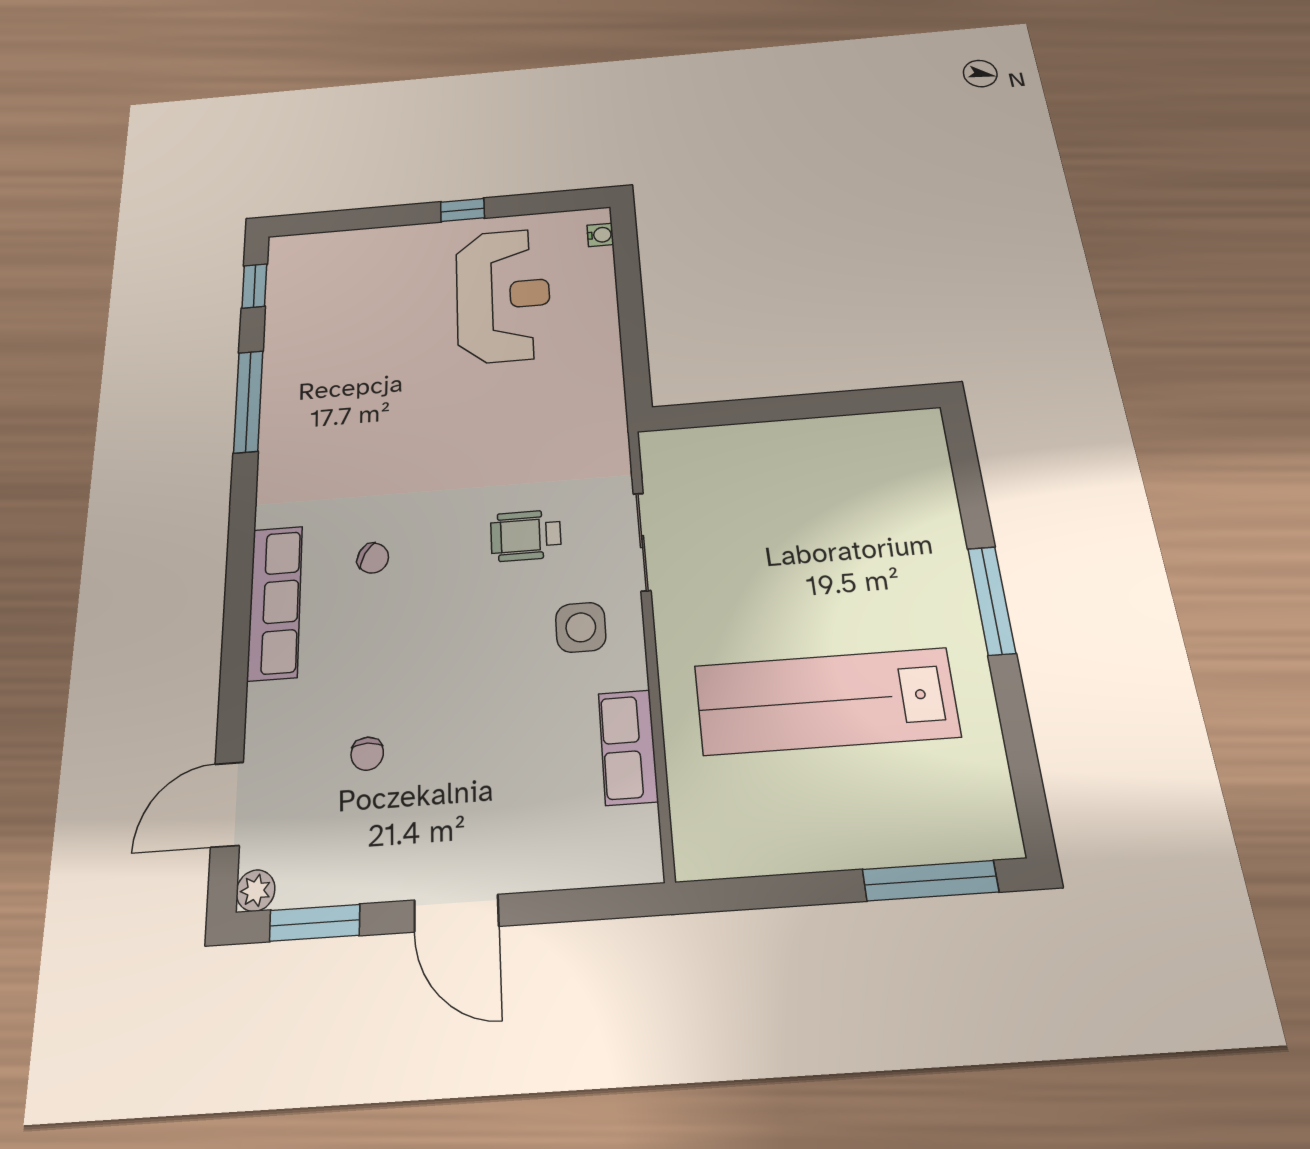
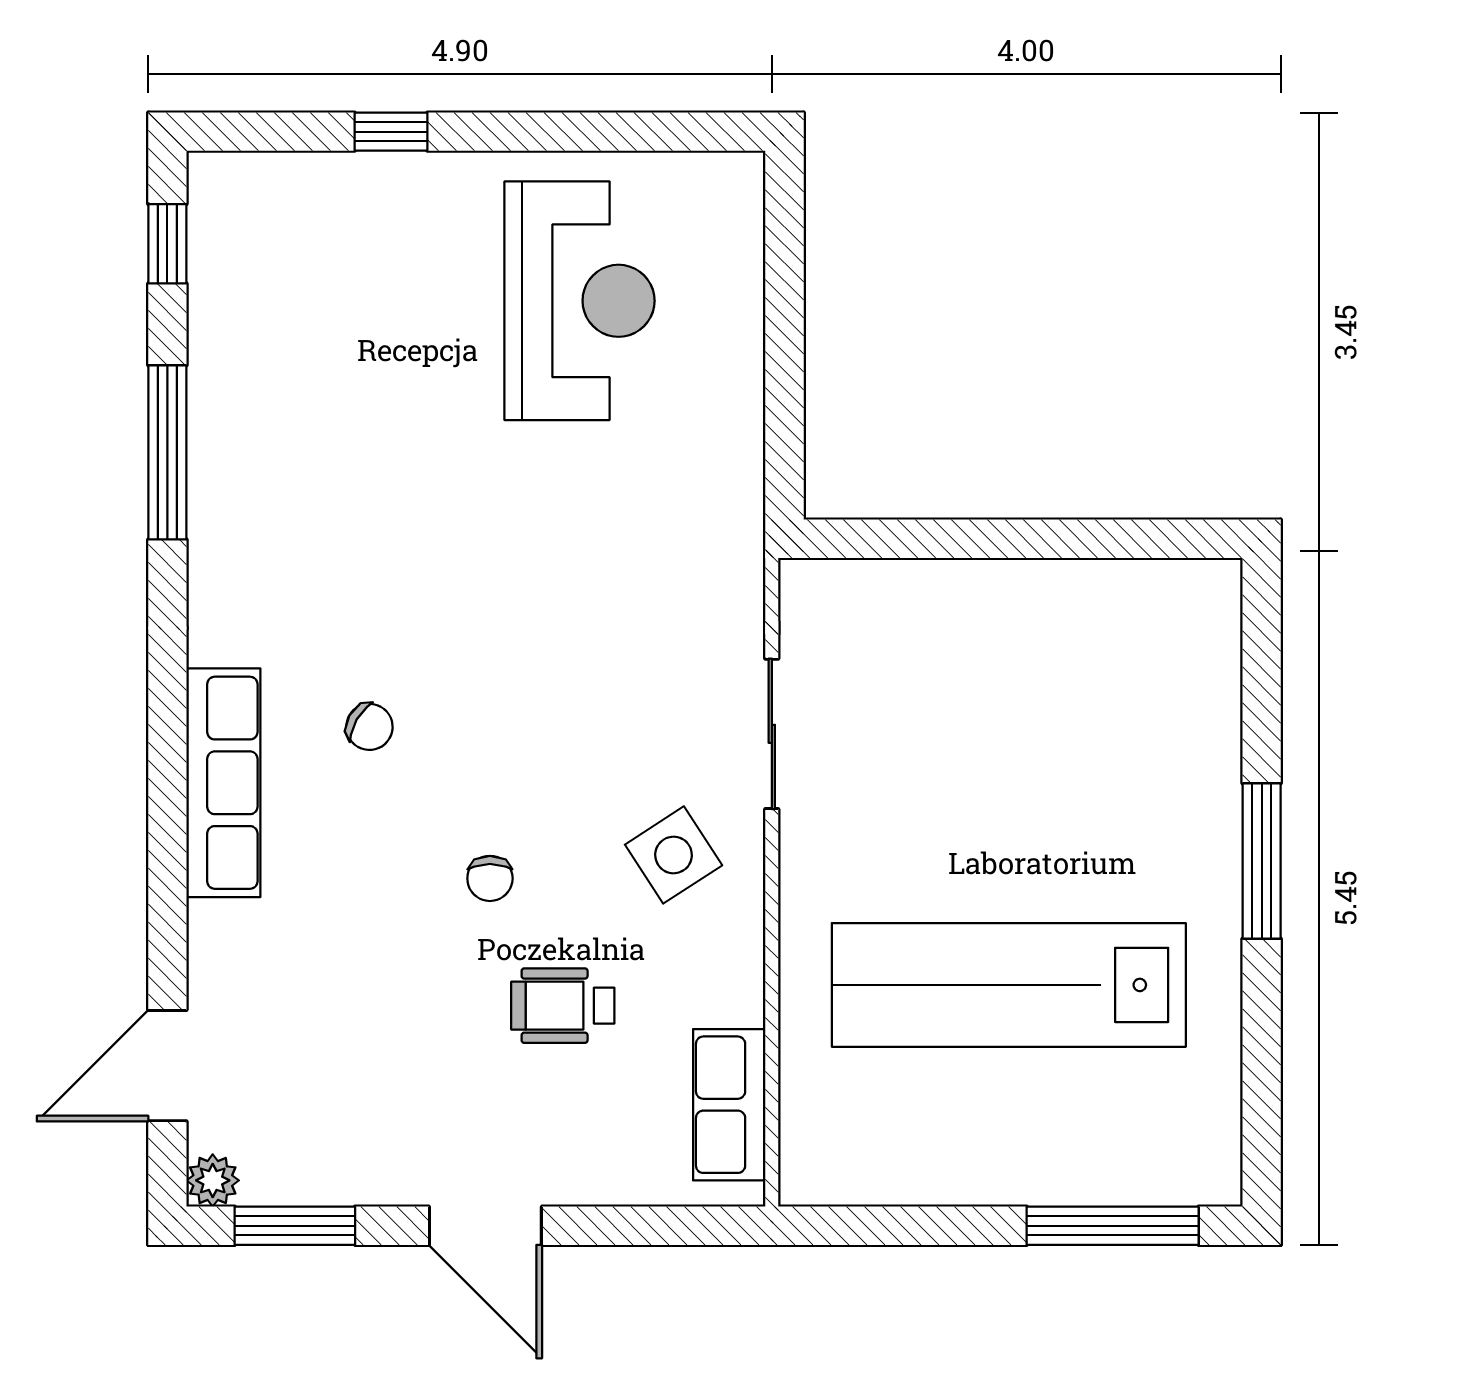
window: (462, 210) -> (391, 132), moved
water cooler: (600, 235) -> (745, 203), removed
wheelchair: (526, 536) -> (563, 1006), moved
side table: (581, 627) -> (674, 855), turned -33
row of seats: (628, 747) -> (729, 1105), moved
chair: (367, 754) -> (490, 878), moved

